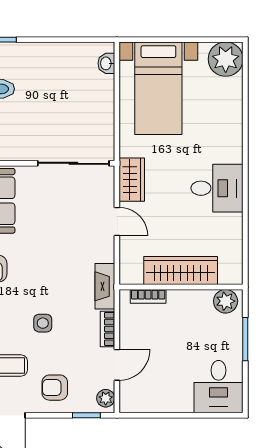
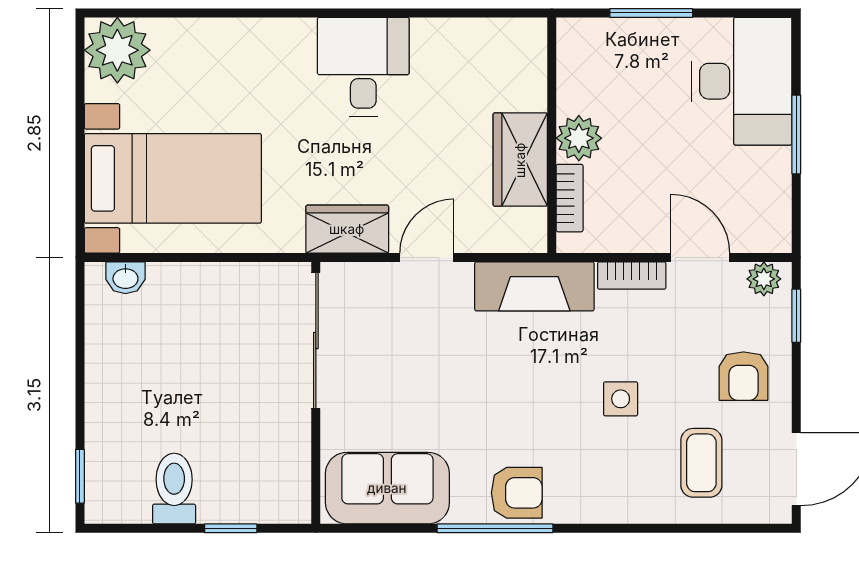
wardrobe: (181, 270) -> (520, 160), width x0.67
fireplace: (105, 286) -> (534, 286), width x1.37, depth x1.32
plant: (226, 301) -> (579, 138), moved
desk: (219, 387) -> (742, 81), width x1.37
window: (181, 415) -> (796, 134), added

